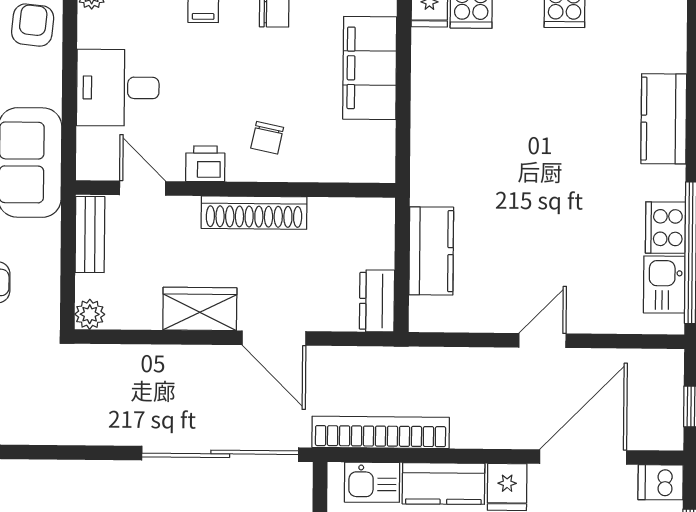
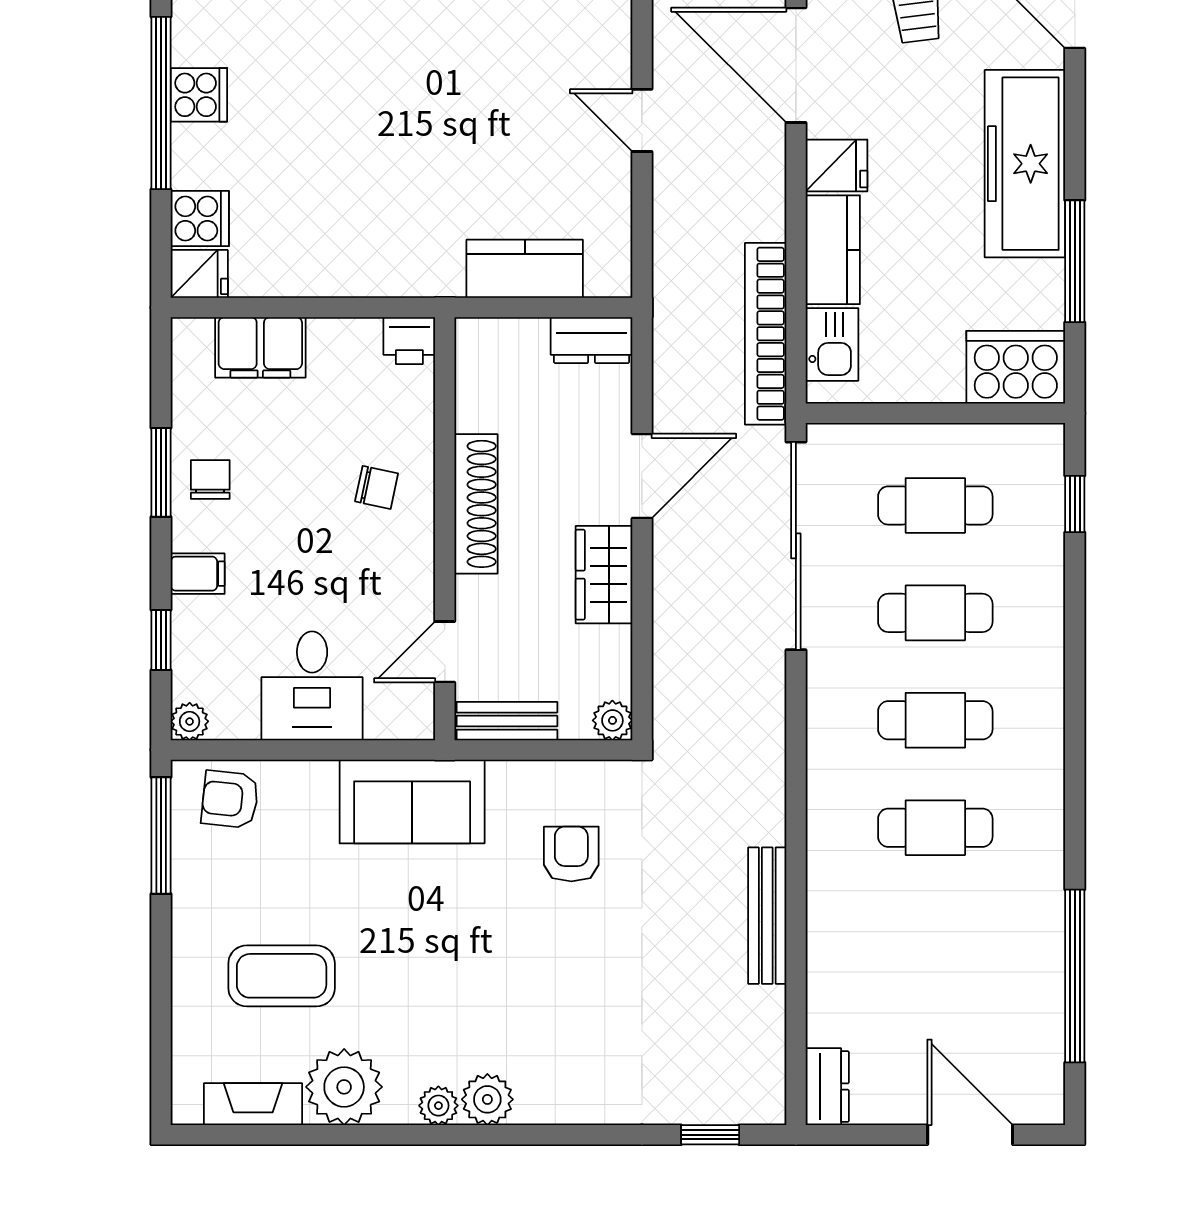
filing cabinet: (370, 68) -> (260, 347), width x0.67, depth x0.86
printer: (205, 164) -> (409, 341), moved, turned -90

